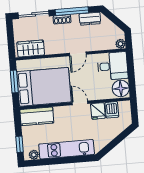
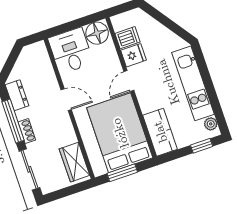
plant: (121, 44) -> (40, 48), removed

